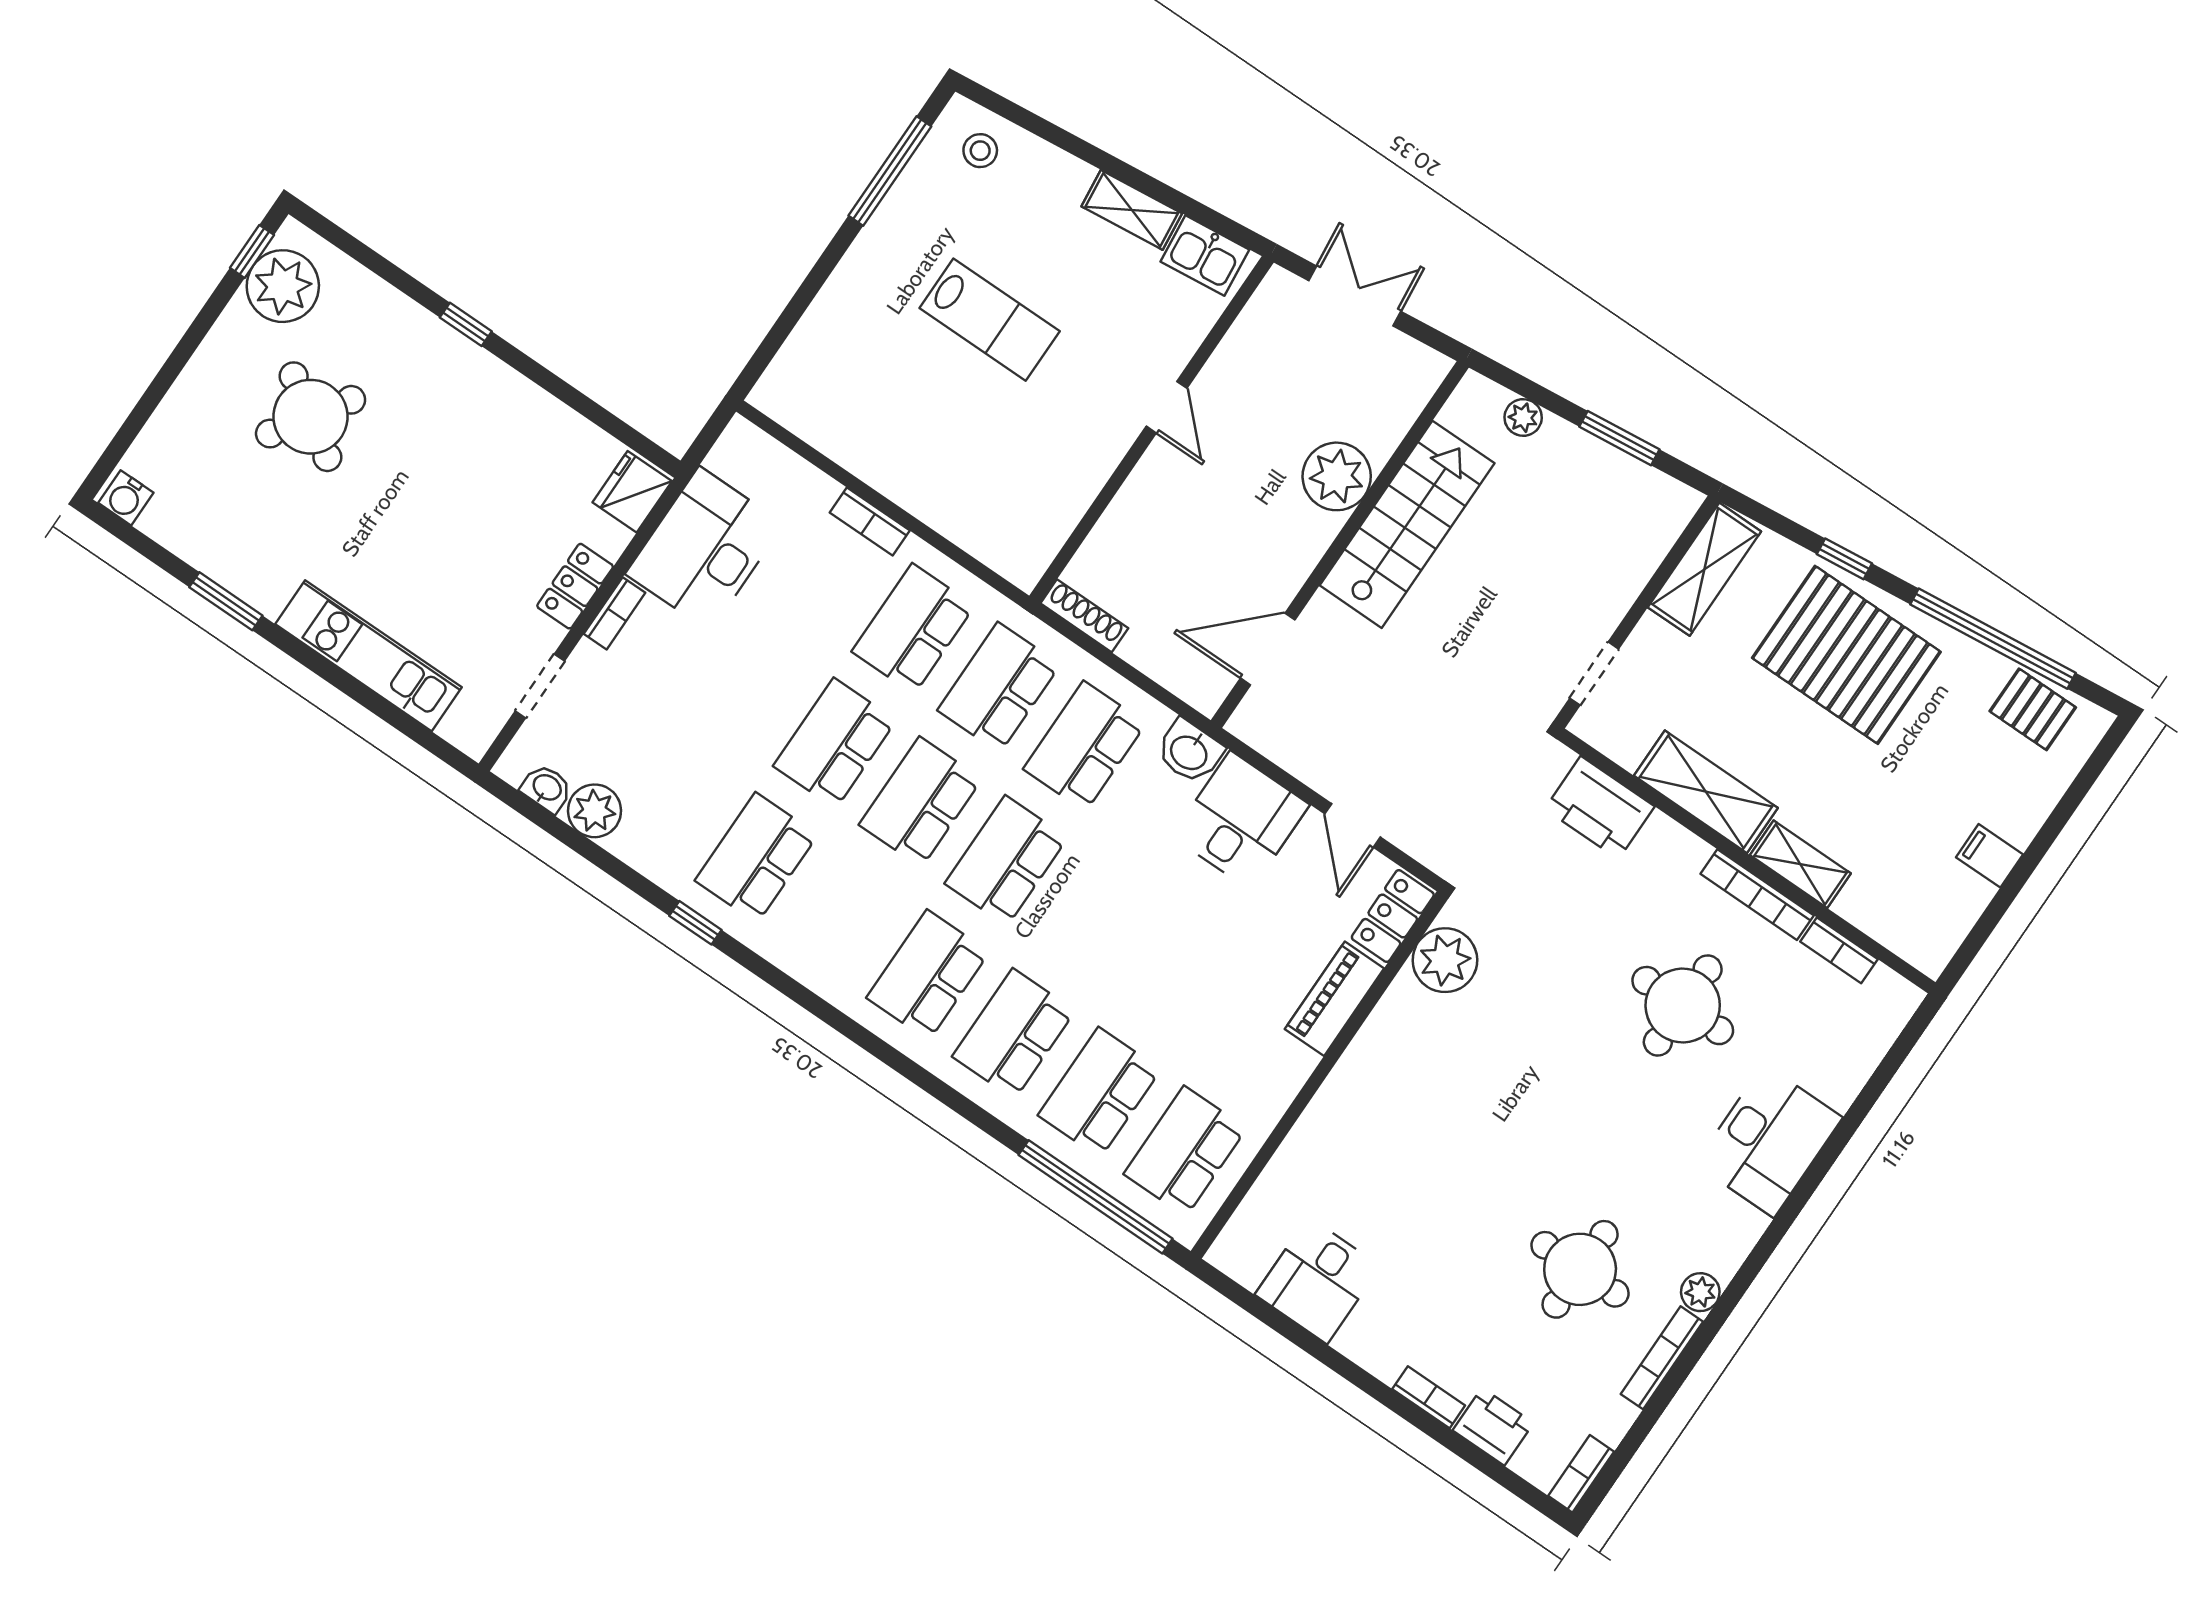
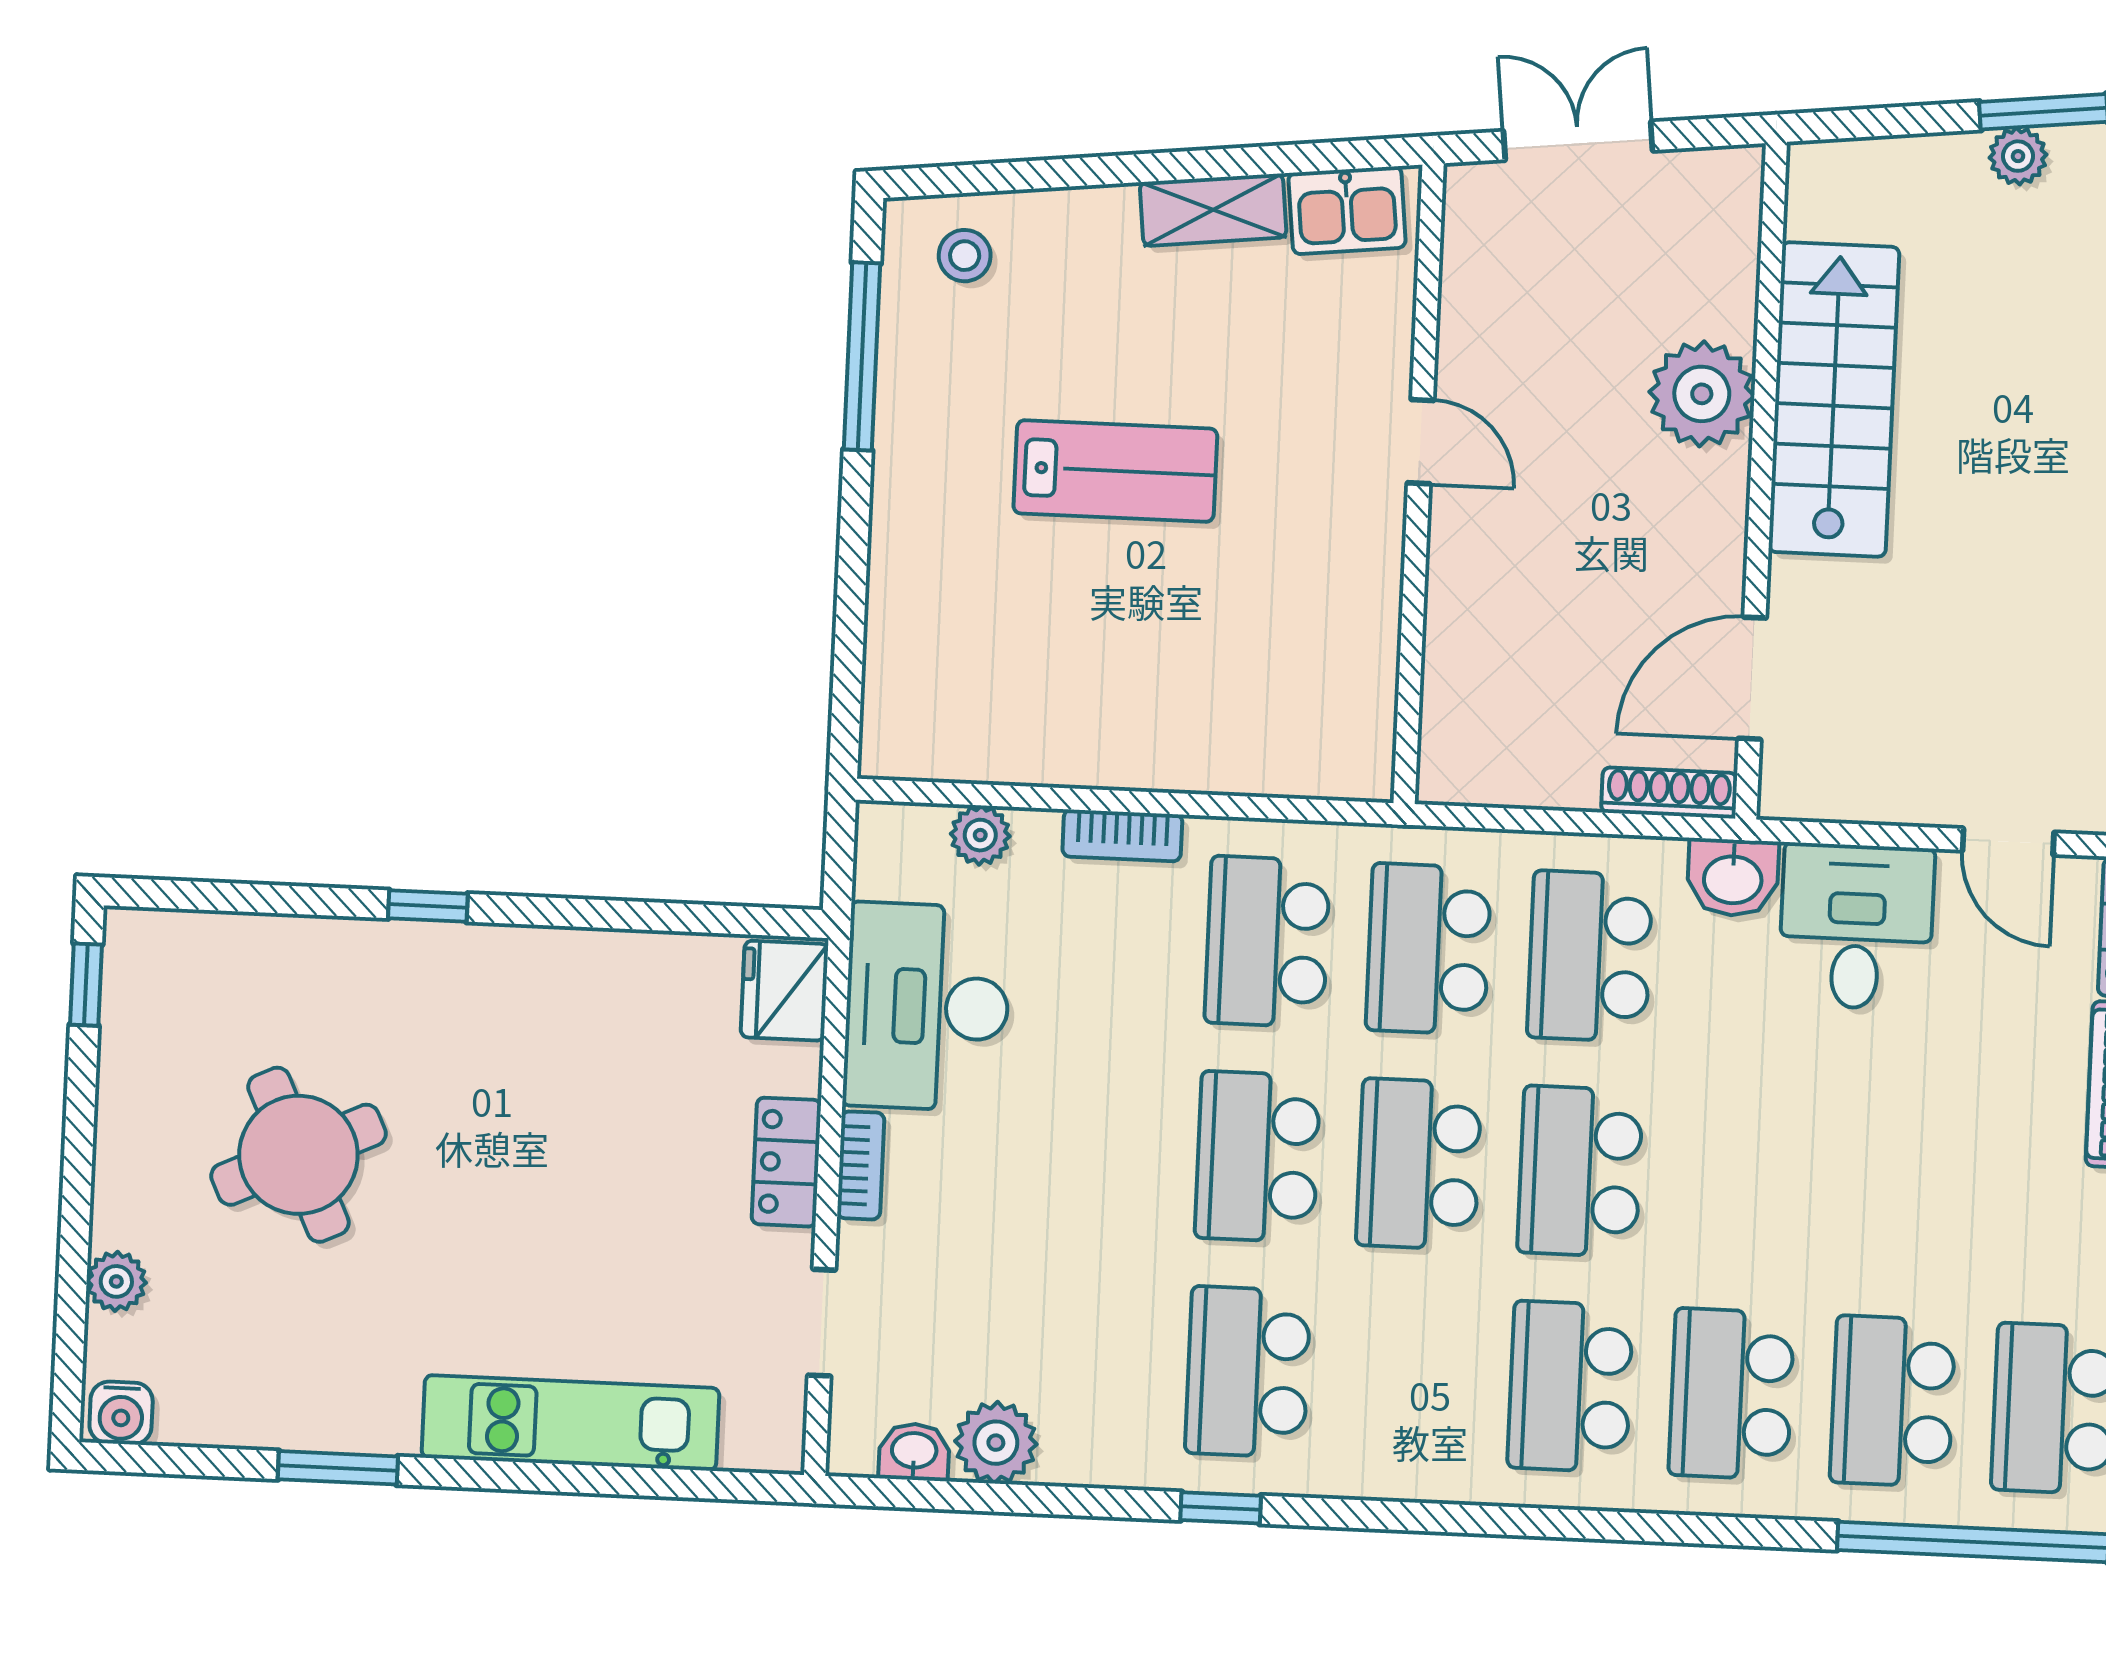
plant: (283, 286) -> (116, 1281), moved, width x0.53, depth x0.53
round table: (311, 417) -> (298, 1155), turned 32
plant: (1523, 417) -> (2018, 156), moved
plant: (792, 473) -> (980, 835), added
shoe rack: (1084, 616) -> (1669, 793), moved

